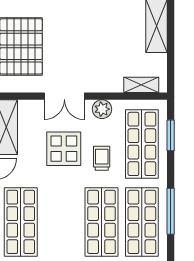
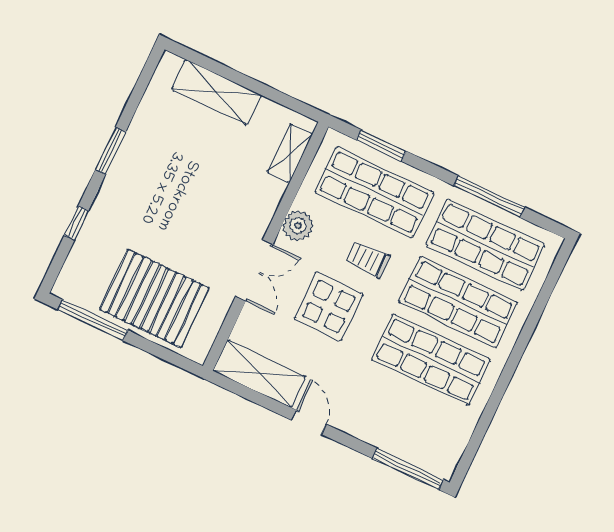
shop shelf: (21, 222) -> (431, 360), moved

